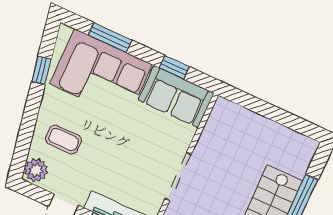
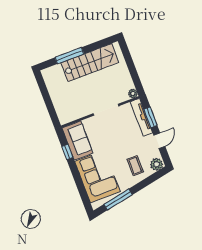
window: (110, 37) -> (81, 187), removed
window: (41, 70) -> (118, 199), width x2.17

